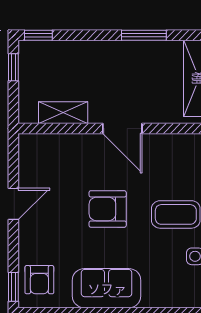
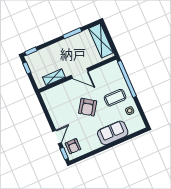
door: (13, 204) -> (57, 137), moved
armchair: (108, 209) -> (88, 107), turned -56
sofa: (107, 288) -> (113, 133), moved

